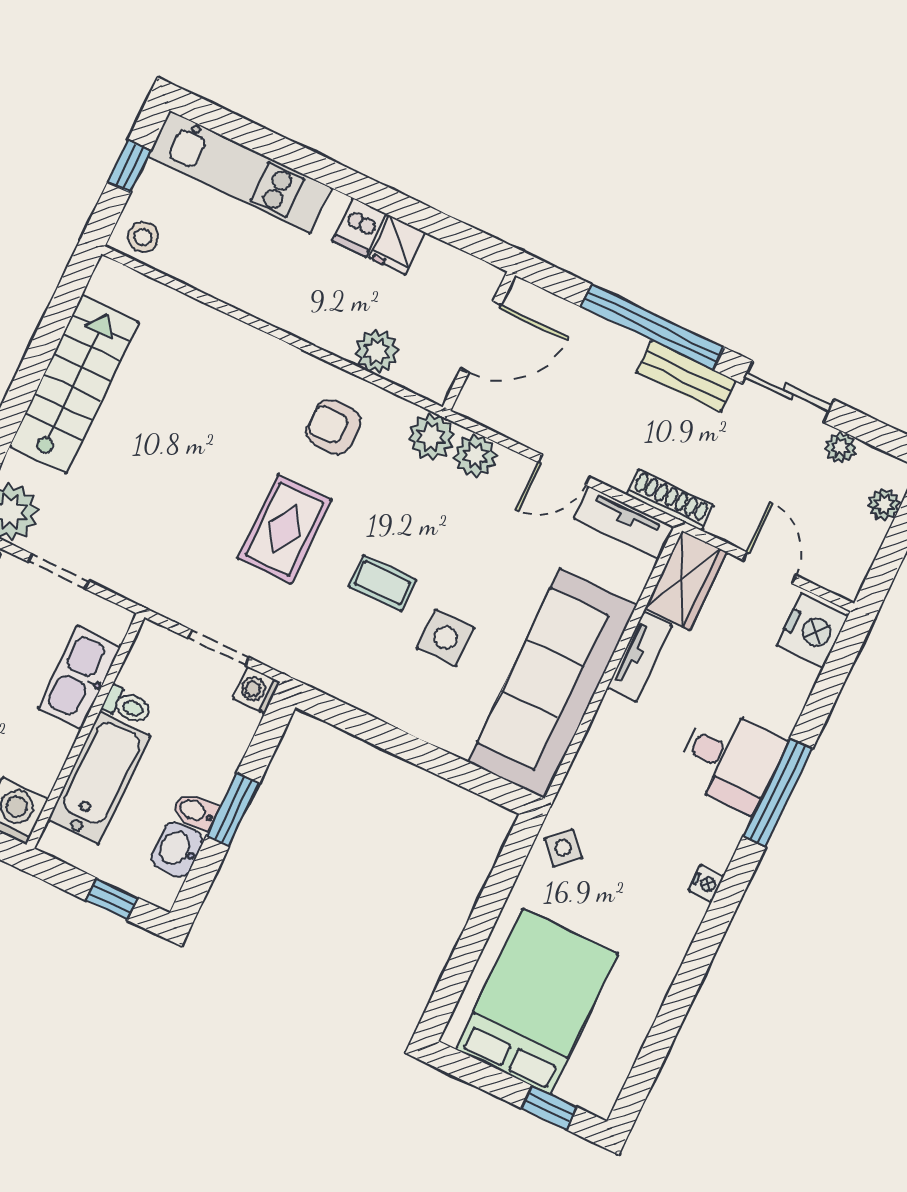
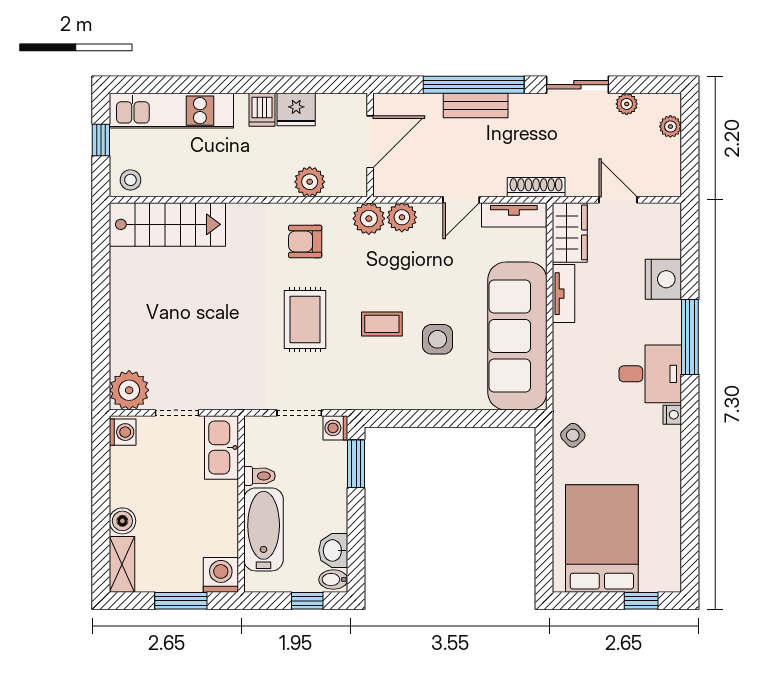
fridge: (397, 245) -> (296, 109), width x1.38
bench: (686, 376) -> (476, 105), moved
stairs: (74, 384) -> (167, 224), moved, turned 90
nightstand: (813, 630) -> (663, 279), moved
kitchen sink: (80, 677) -> (222, 447), moved
desk: (730, 759) -> (650, 374), moved
window: (233, 810) -> (356, 464), moved
bidet: (195, 811) -> (333, 580), moved

